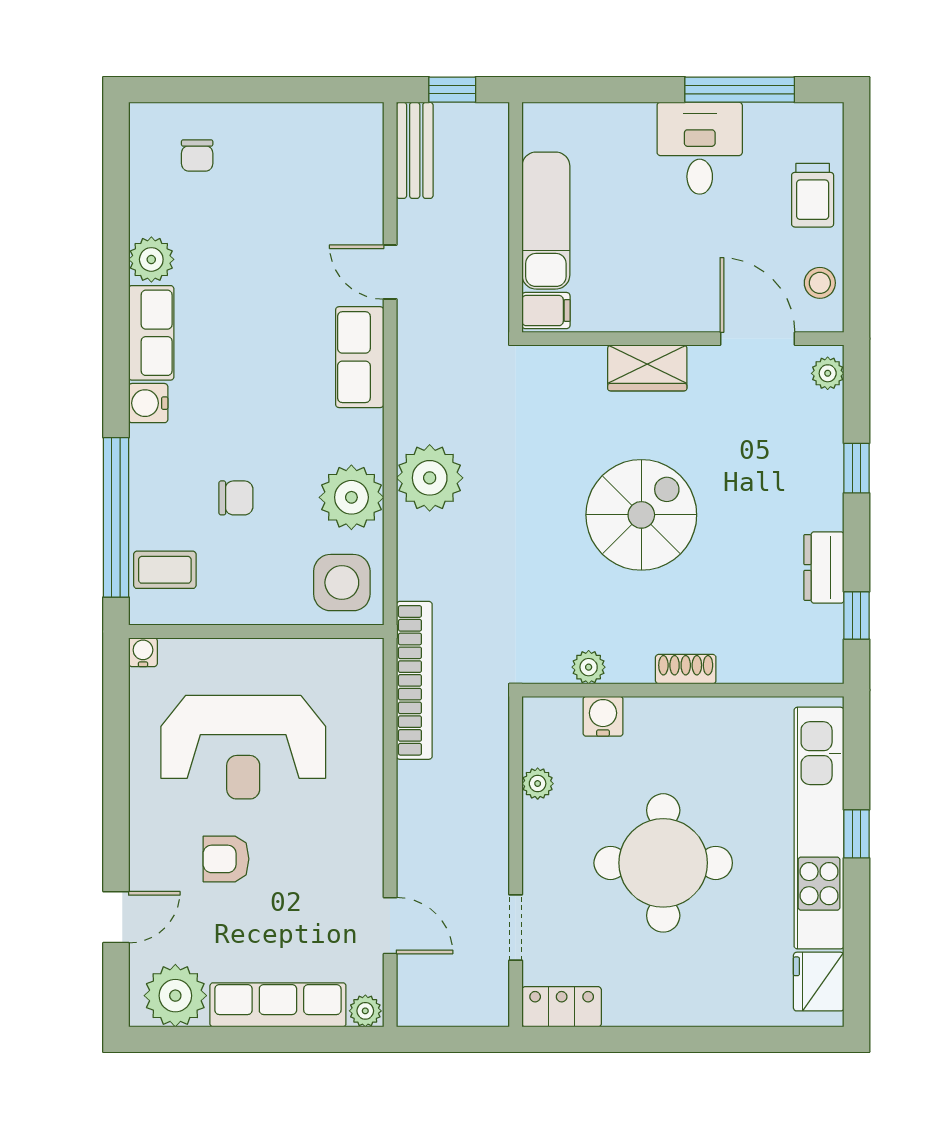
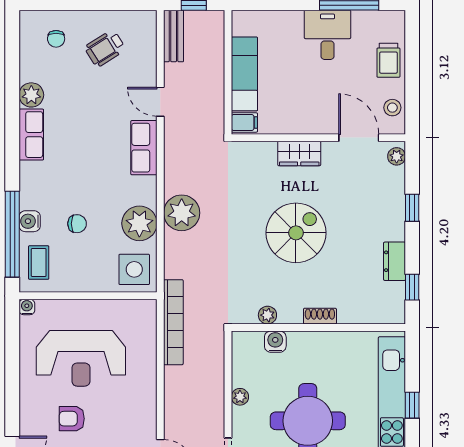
wheelchair: (288, 173) -> (105, 48), added
water cooler: (148, 403) -> (30, 221), moved
coffee table: (165, 570) -> (39, 263), turned 90
plant: (538, 784) -> (240, 397), moved

